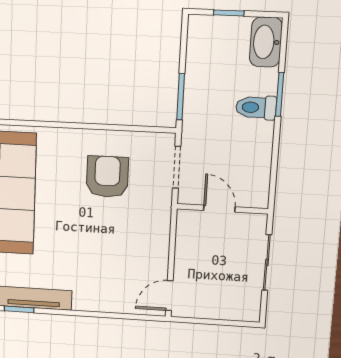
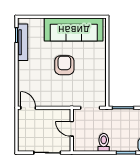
toilet: (256, 107) -> (104, 142), moved
armchair: (107, 177) -> (64, 65), moved, turned -90
door: (219, 209) -> (72, 129), swing flipped

